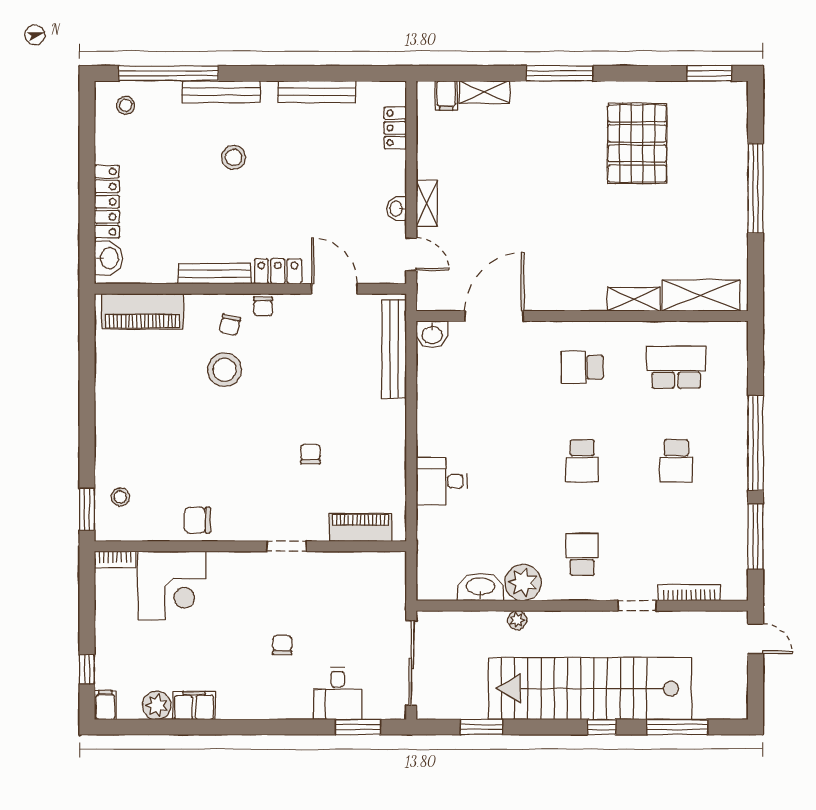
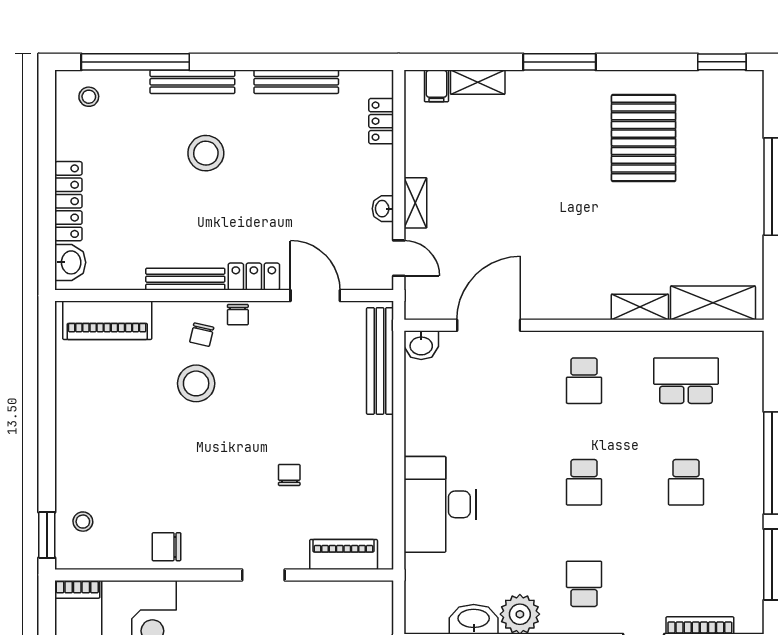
stool: (234, 157) -> (206, 153), width x1.38, depth x1.38
school desk: (582, 367) -> (584, 381), turned -90
desk: (442, 481) -> (440, 504), width x1.87, depth x1.30

